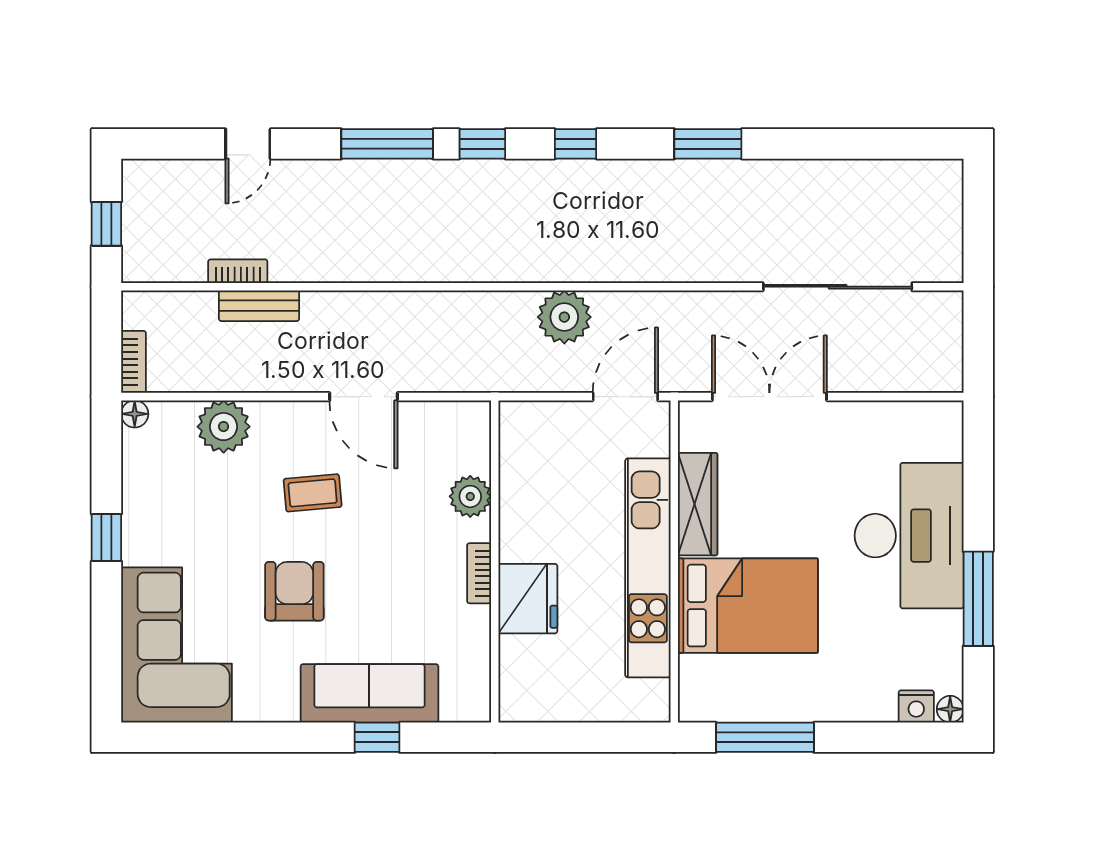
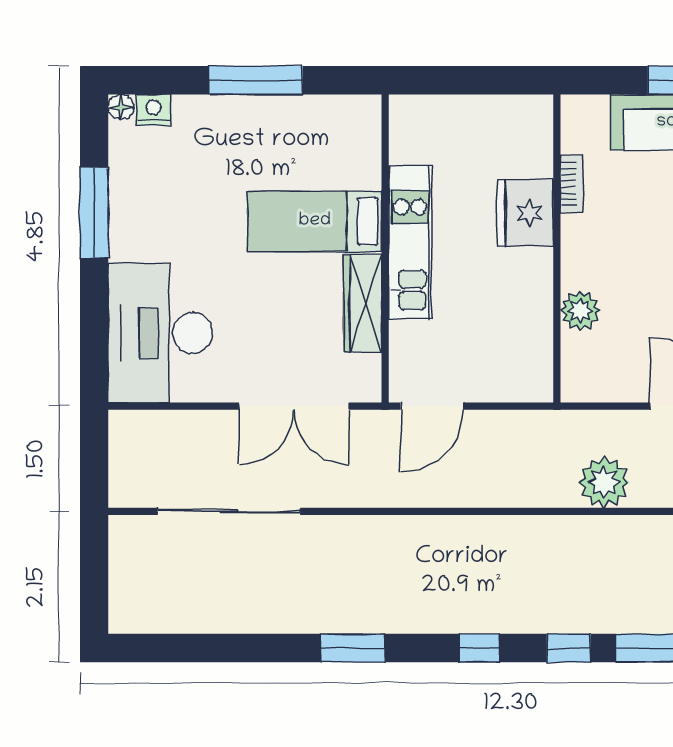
plant: (564, 317) -> (604, 482), moved
desk: (909, 536) -> (160, 333), moved
kitchen unit: (648, 568) -> (410, 242), width x0.73
bookcase: (479, 573) -> (572, 184), moved
bed: (748, 606) -> (315, 221), width x0.67
window: (765, 737) -> (256, 80), moved

